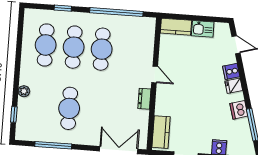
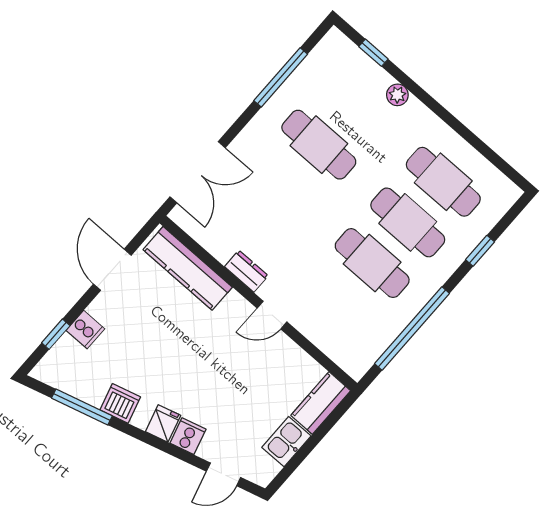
kitchen counter: (161, 132) -> (188, 268), width x1.50

